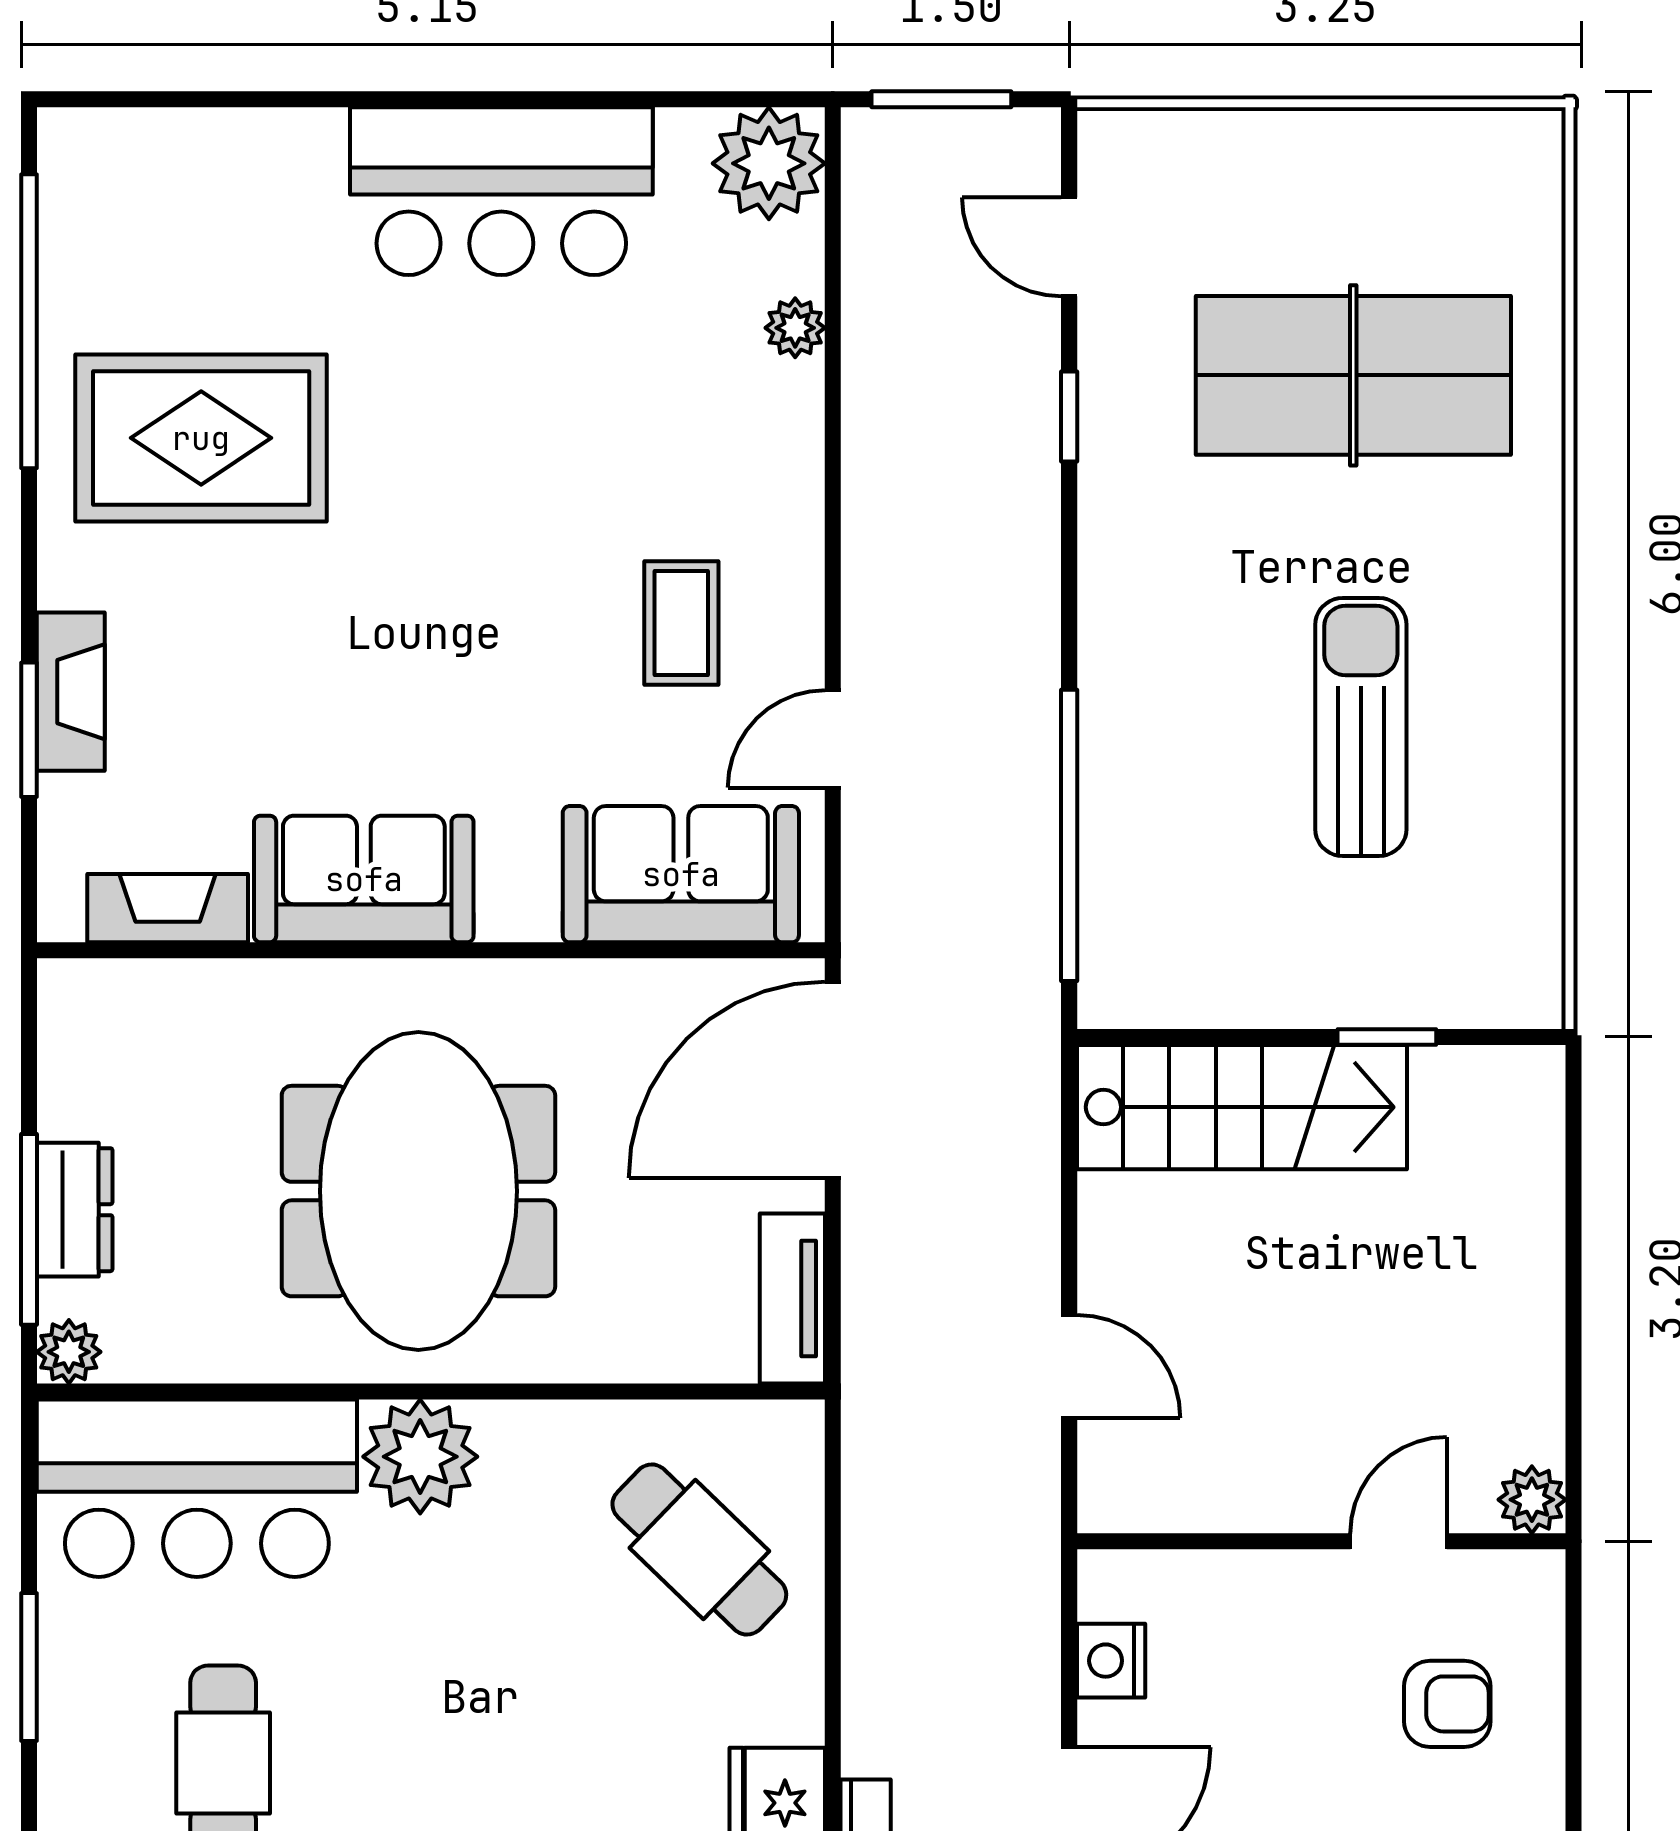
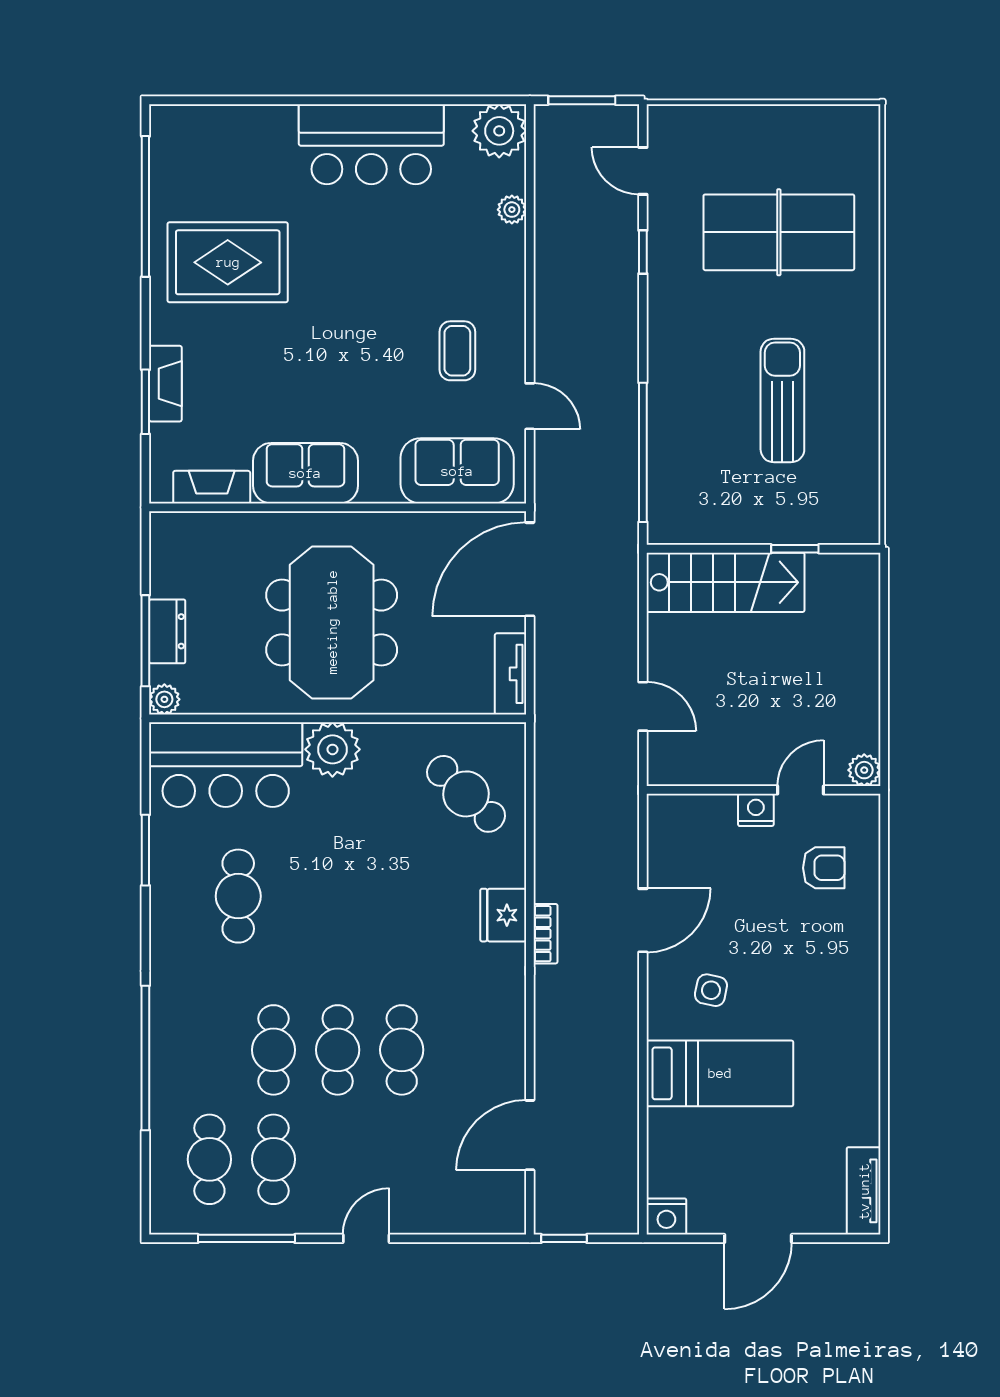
door: (833, 739) -> (530, 406), swing flipped
nightstand: (1111, 1661) -> (756, 810), moved, turned 90

